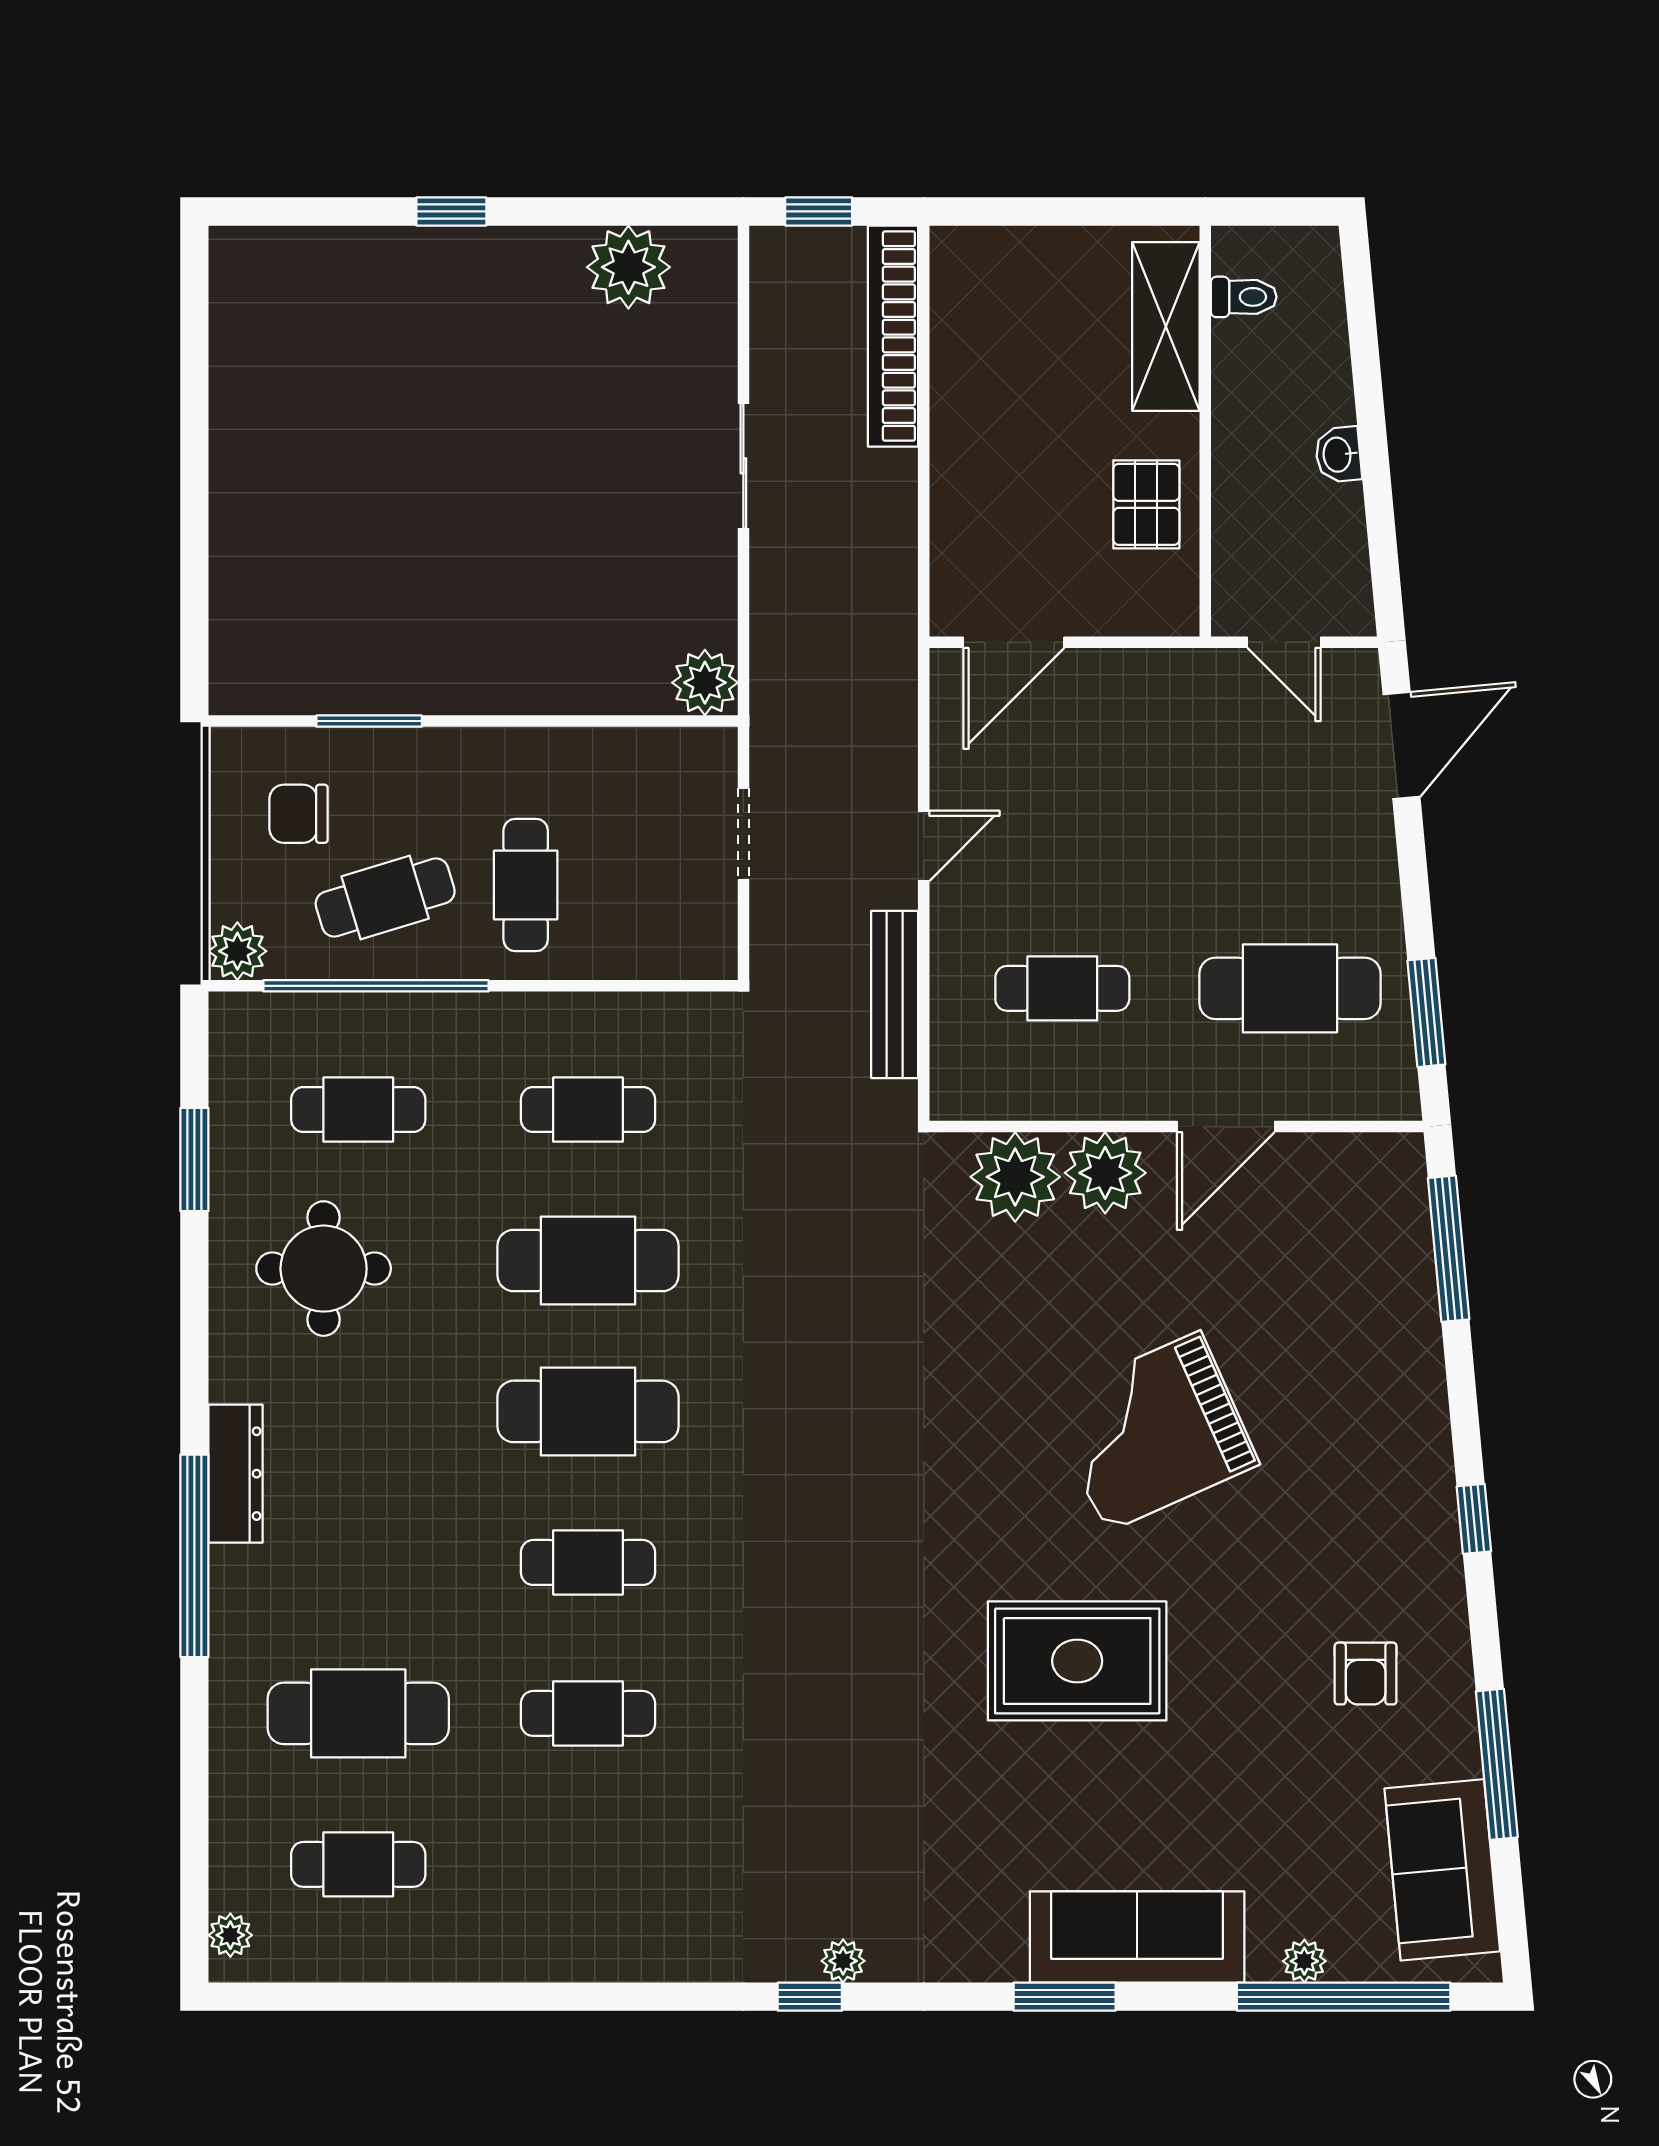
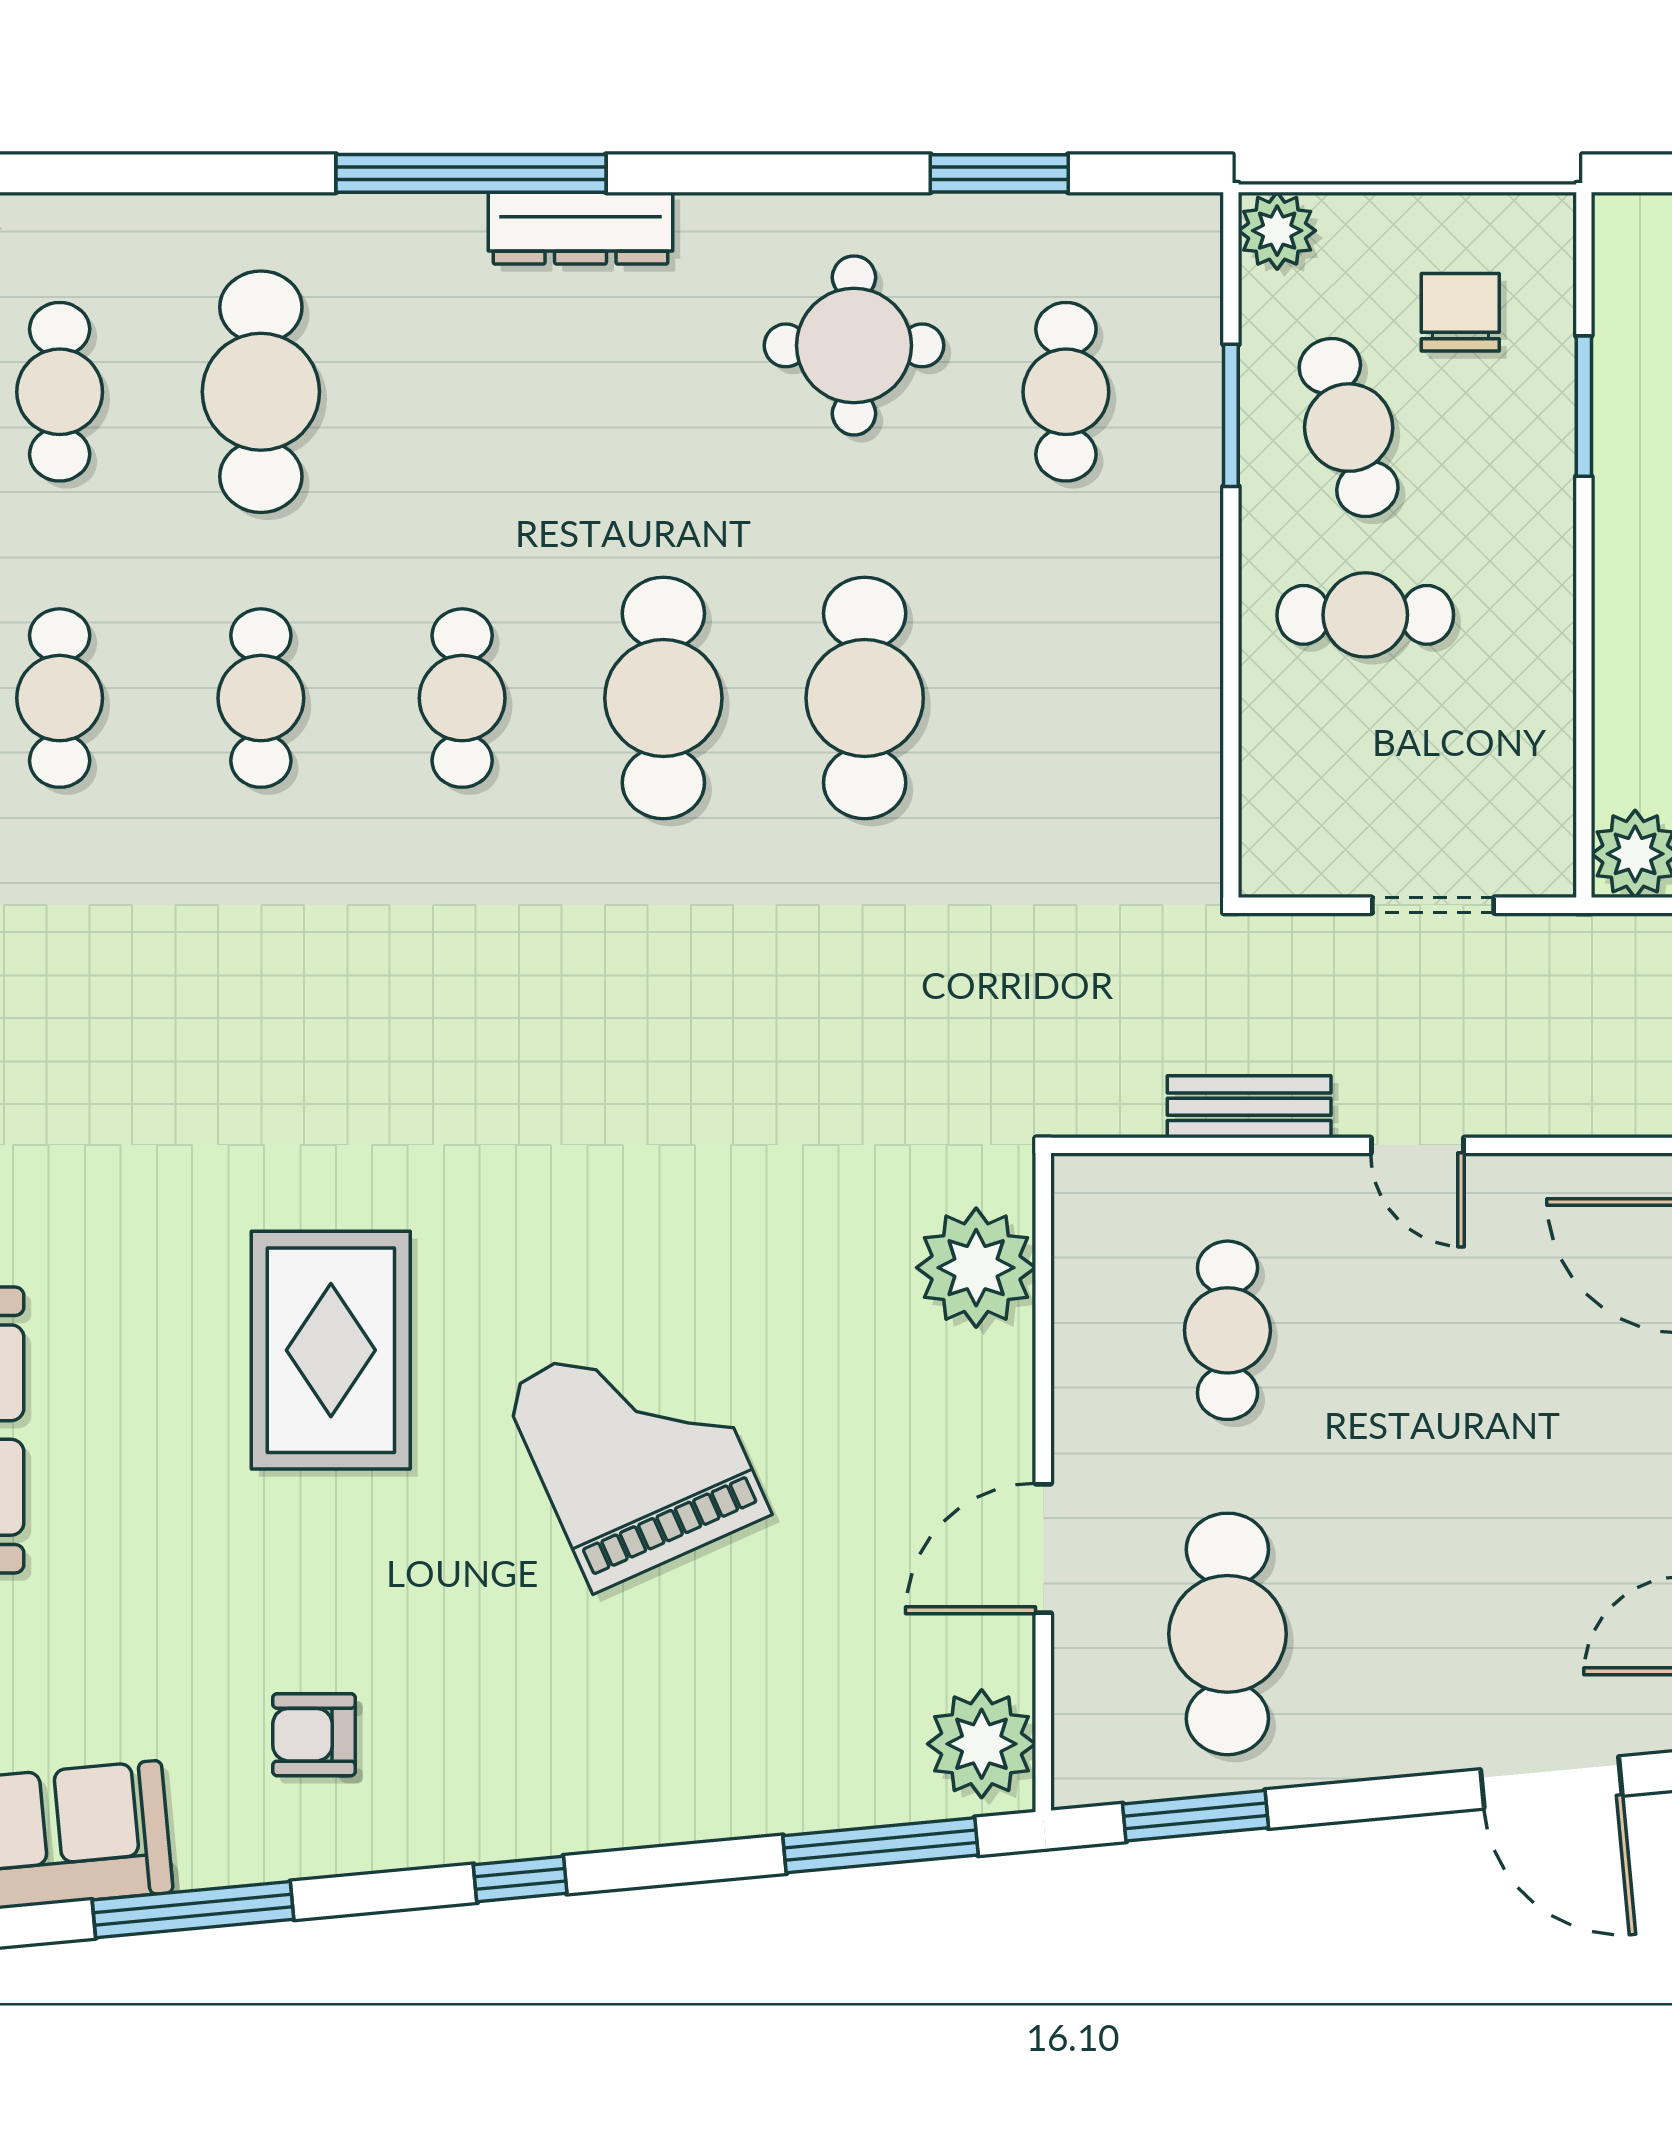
window: (376, 986) -> (1231, 415), width x0.47
bench: (895, 994) -> (1249, 1107), width x0.73
cafe table: (588, 1110) -> (60, 698), moved
door: (1226, 1127) -> (1043, 1548), hinge flipped
plant: (1105, 1173) -> (982, 1744), moved

